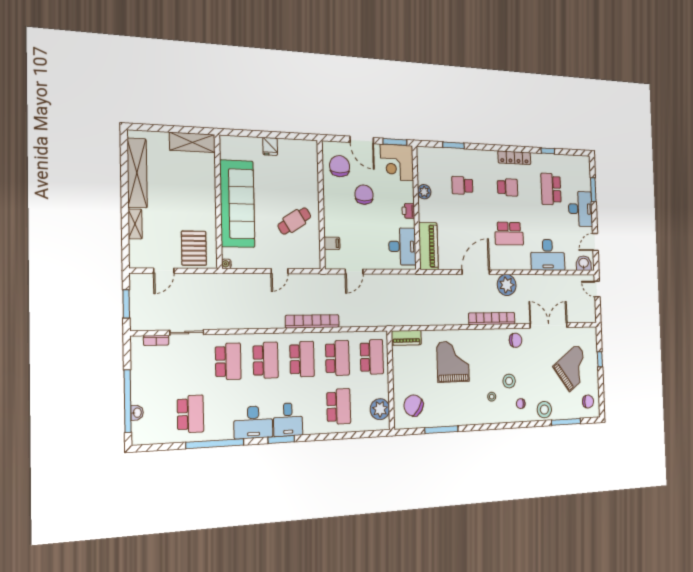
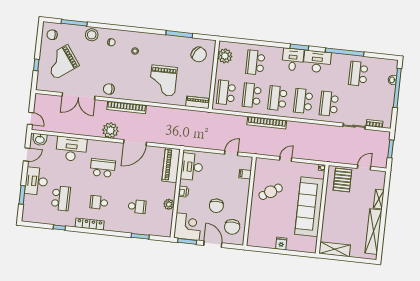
stool: (509, 381) -> (119, 60), removed

